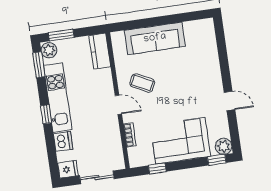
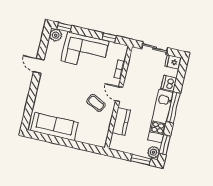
sofa: (155, 38) -> (54, 127), moved
kitchen counter: (100, 51) -> (121, 121), moved
window: (46, 114) -> (173, 107), width x2.17

